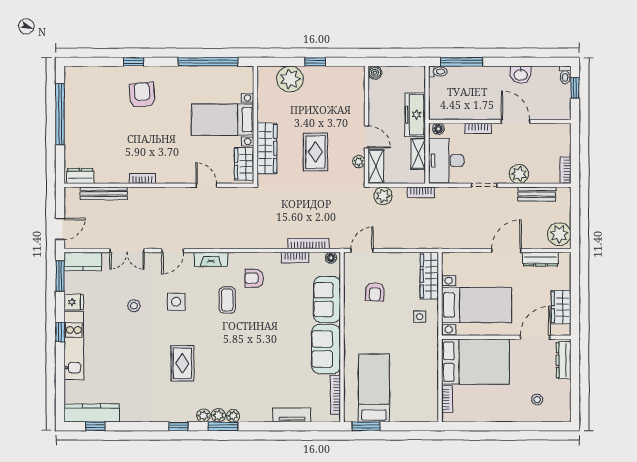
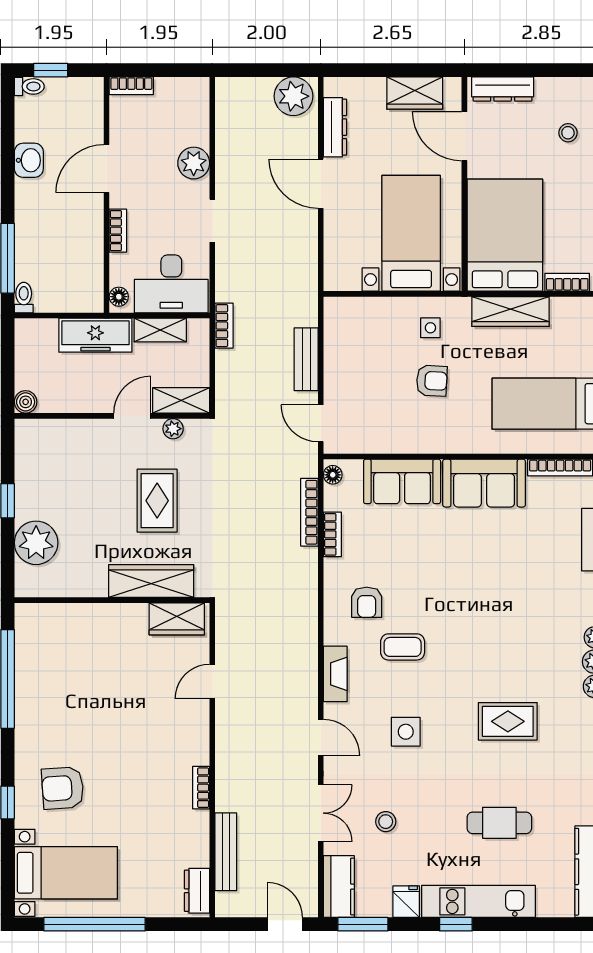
bed with nightstands: (223, 120) -> (66, 873), moved, turned -90
rug: (315, 152) -> (157, 501), turned 90
bookcase: (566, 170) -> (131, 86), moved
bench: (537, 194) -> (306, 359), moved
plant: (383, 196) -> (230, 389), removed
wardrobe: (429, 276) -> (510, 311), moved
armchair: (375, 292) -> (432, 381), moved
stool: (134, 306) -> (386, 822), moved
cafe table: (121, 358) -> (499, 823), added

